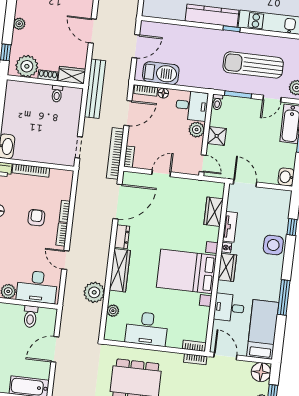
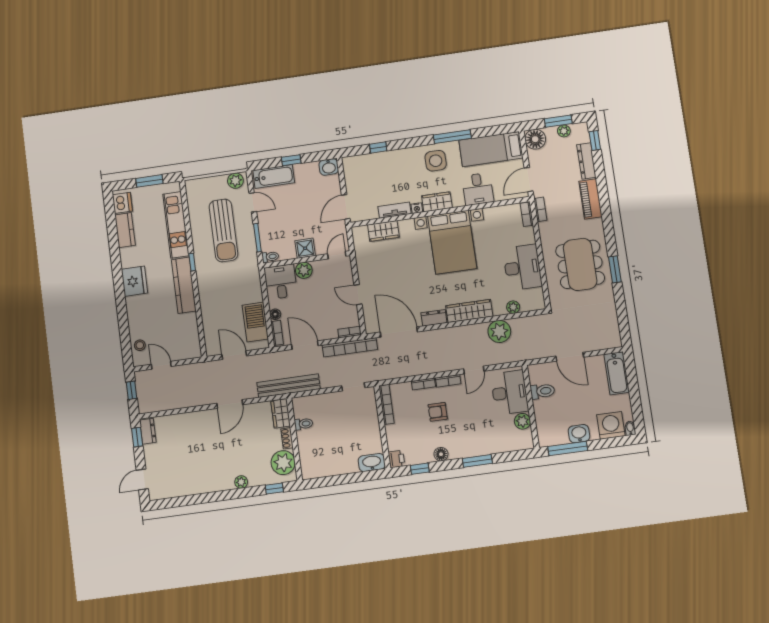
bookcase: (31, 170) -> (386, 404), moved
side table: (273, 245) -> (436, 161), moved

